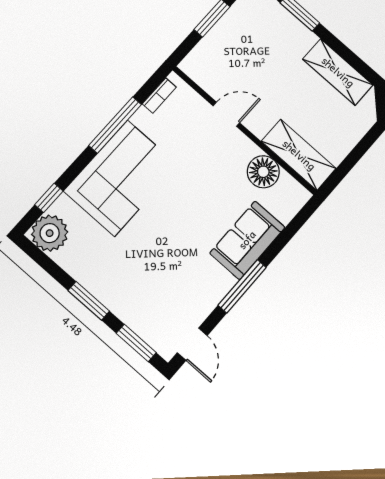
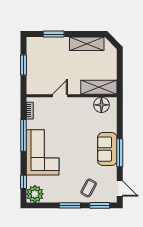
floor lamp: (263, 172) -> (101, 105), moved
sofa: (247, 240) -> (107, 149), moved
coffee table: (144, 299) -> (89, 188), added

